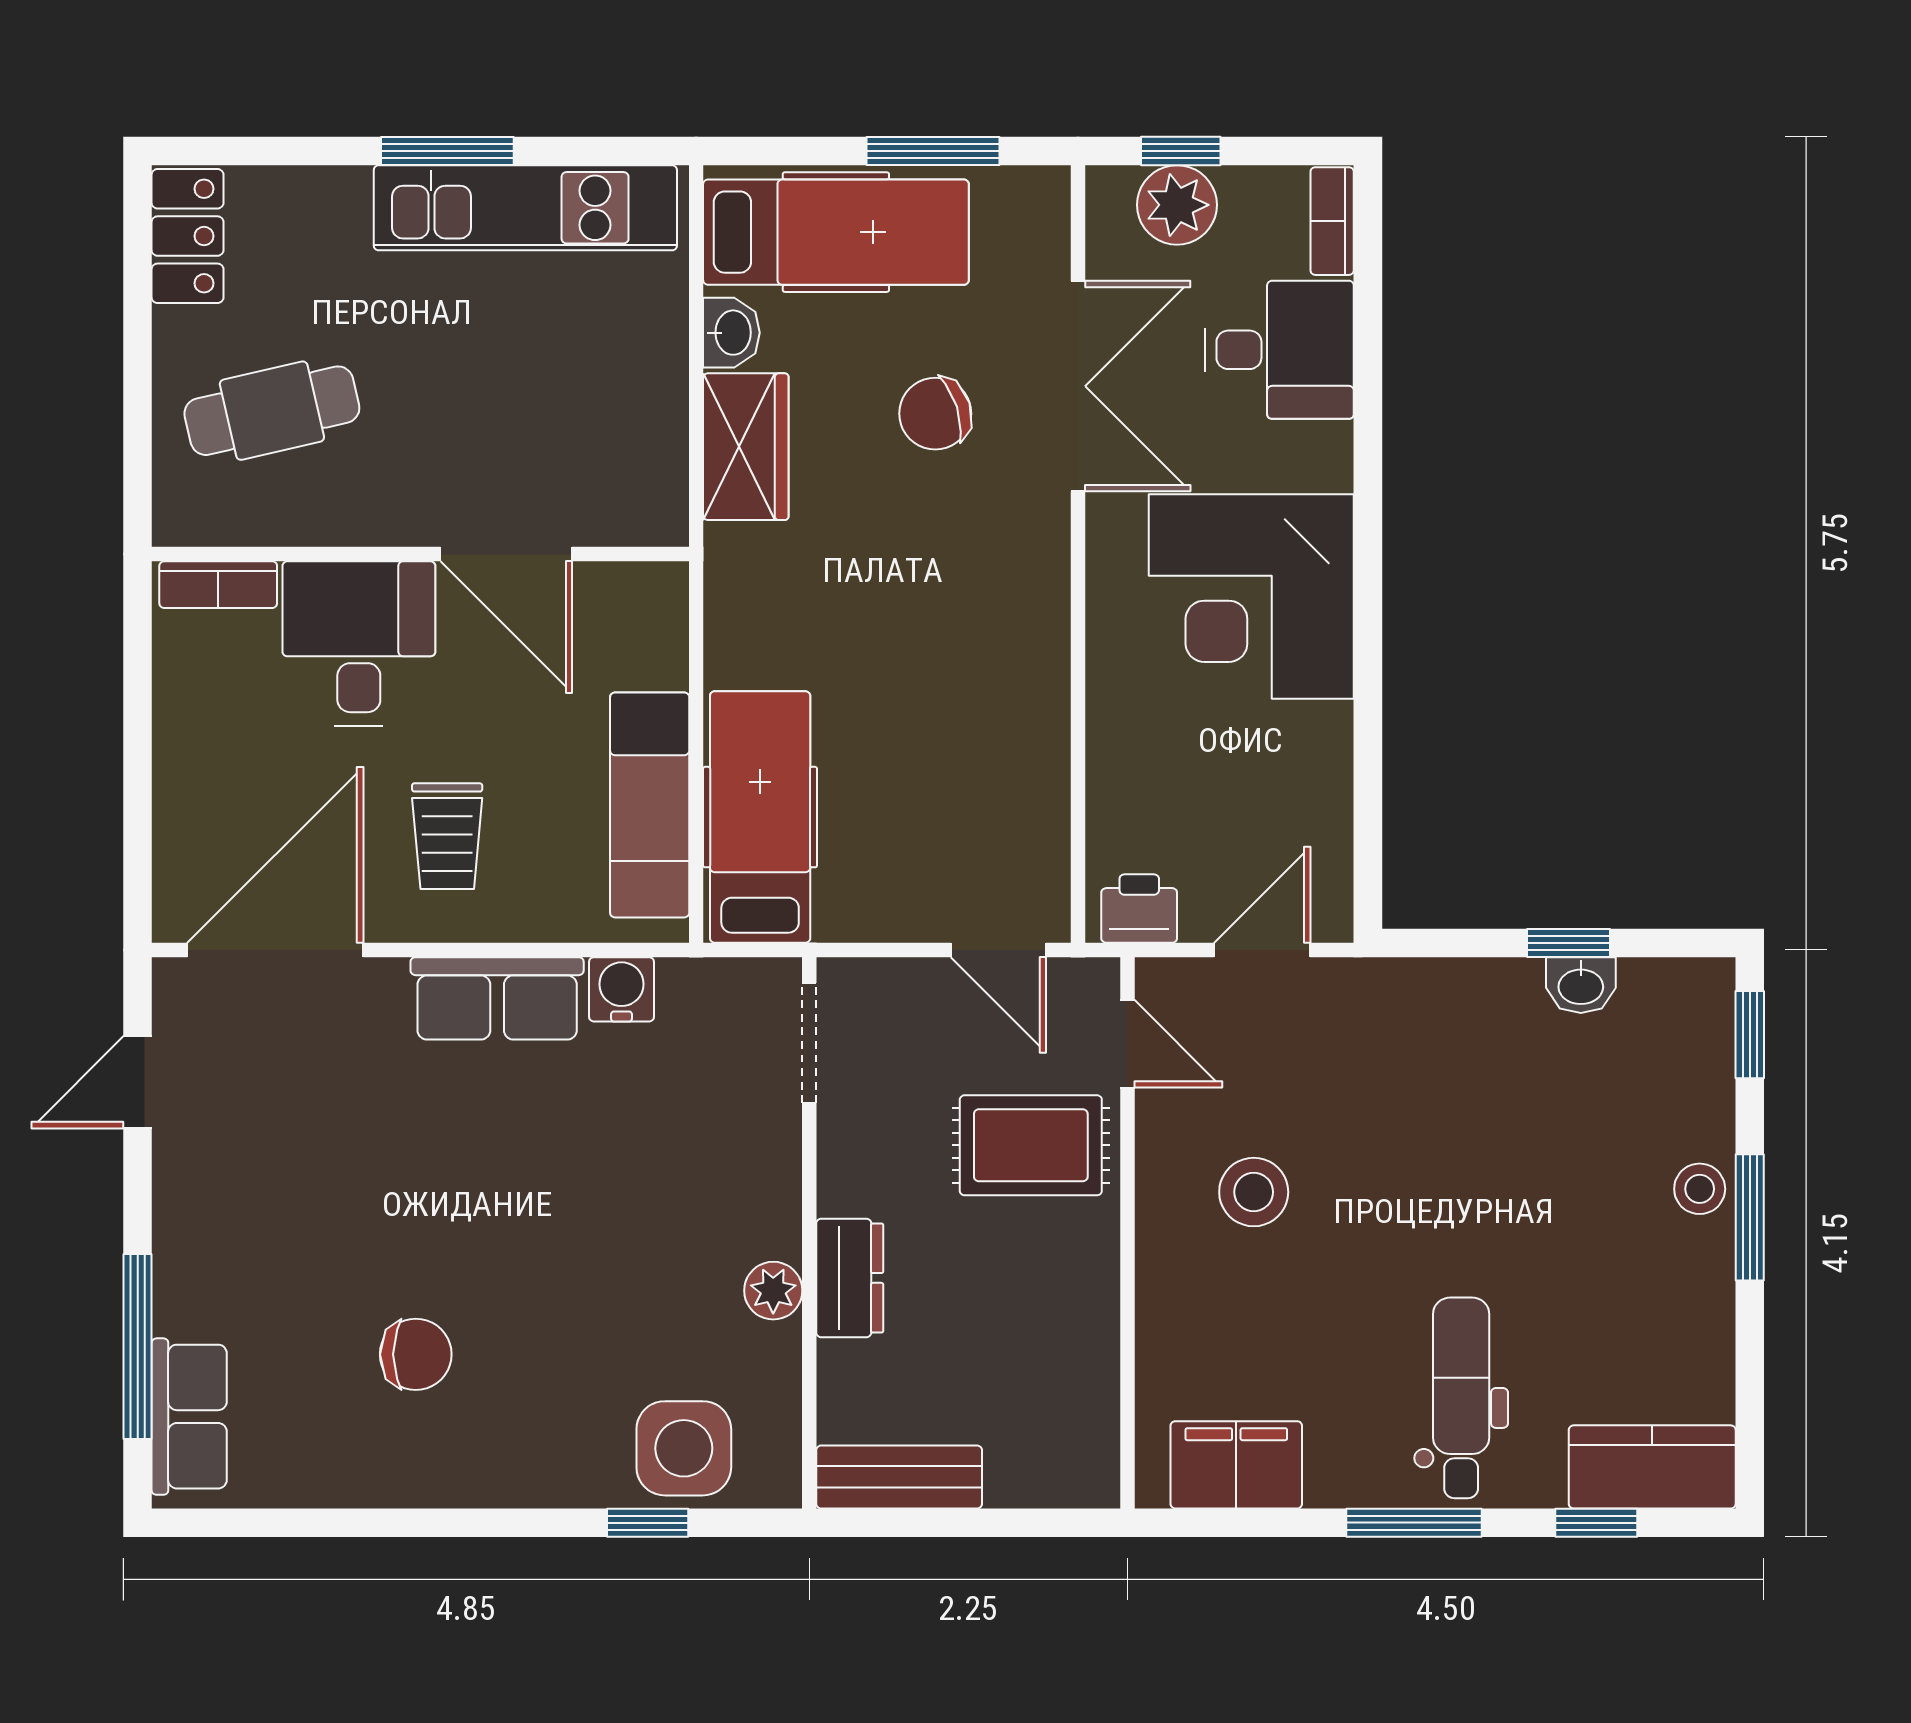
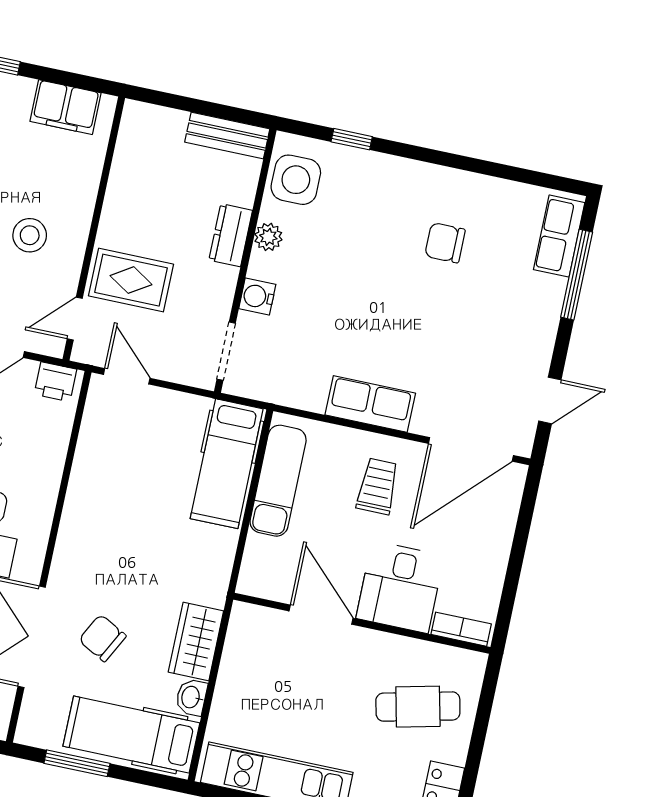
chair: (935, 414) -> (102, 638), turned -134
water cooler: (621, 989) -> (257, 296), moved, turned 90
door: (1127, 1044) -> (75, 319), hinge flipped
side table: (684, 1448) -> (296, 180), moved

